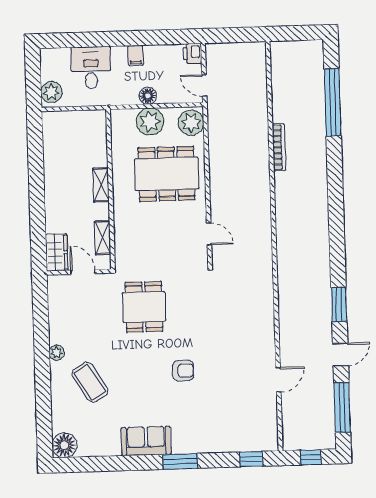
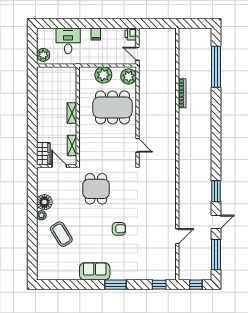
floor lamp: (148, 96) -> (102, 59), removed
floor lamp: (64, 445) -> (44, 202), moved

